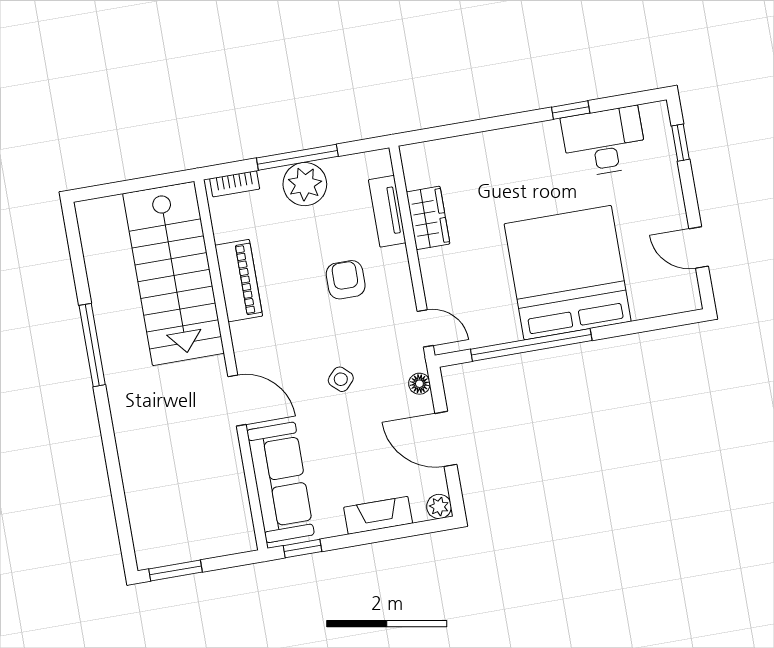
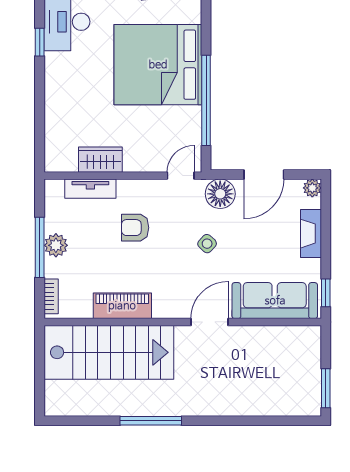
plant: (305, 184) -> (56, 245), width x0.73, depth x0.73
floor lamp: (419, 384) -> (220, 194), width x1.89, depth x1.89

